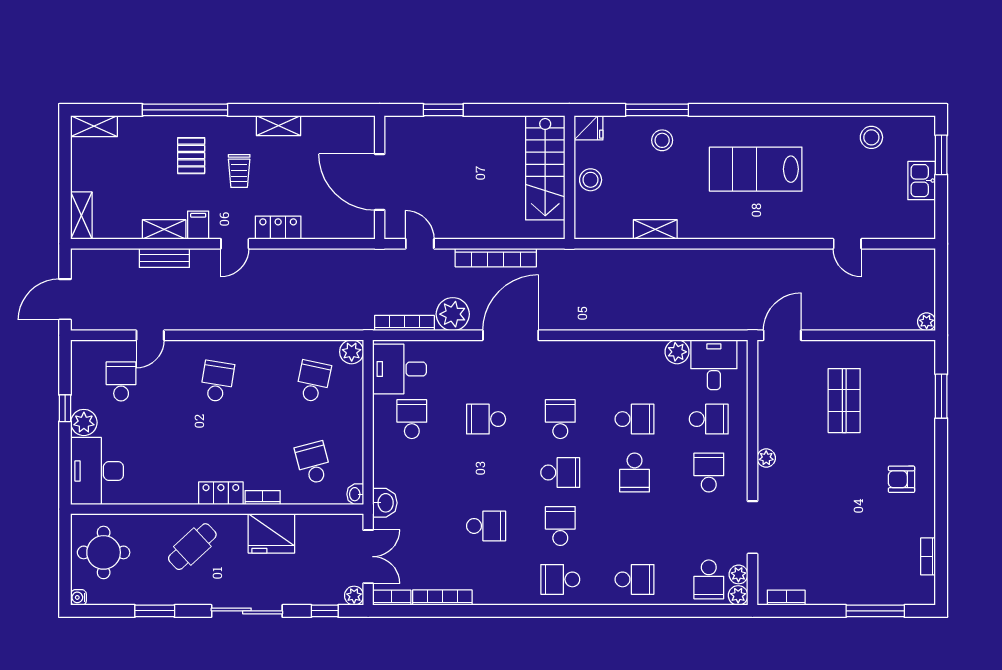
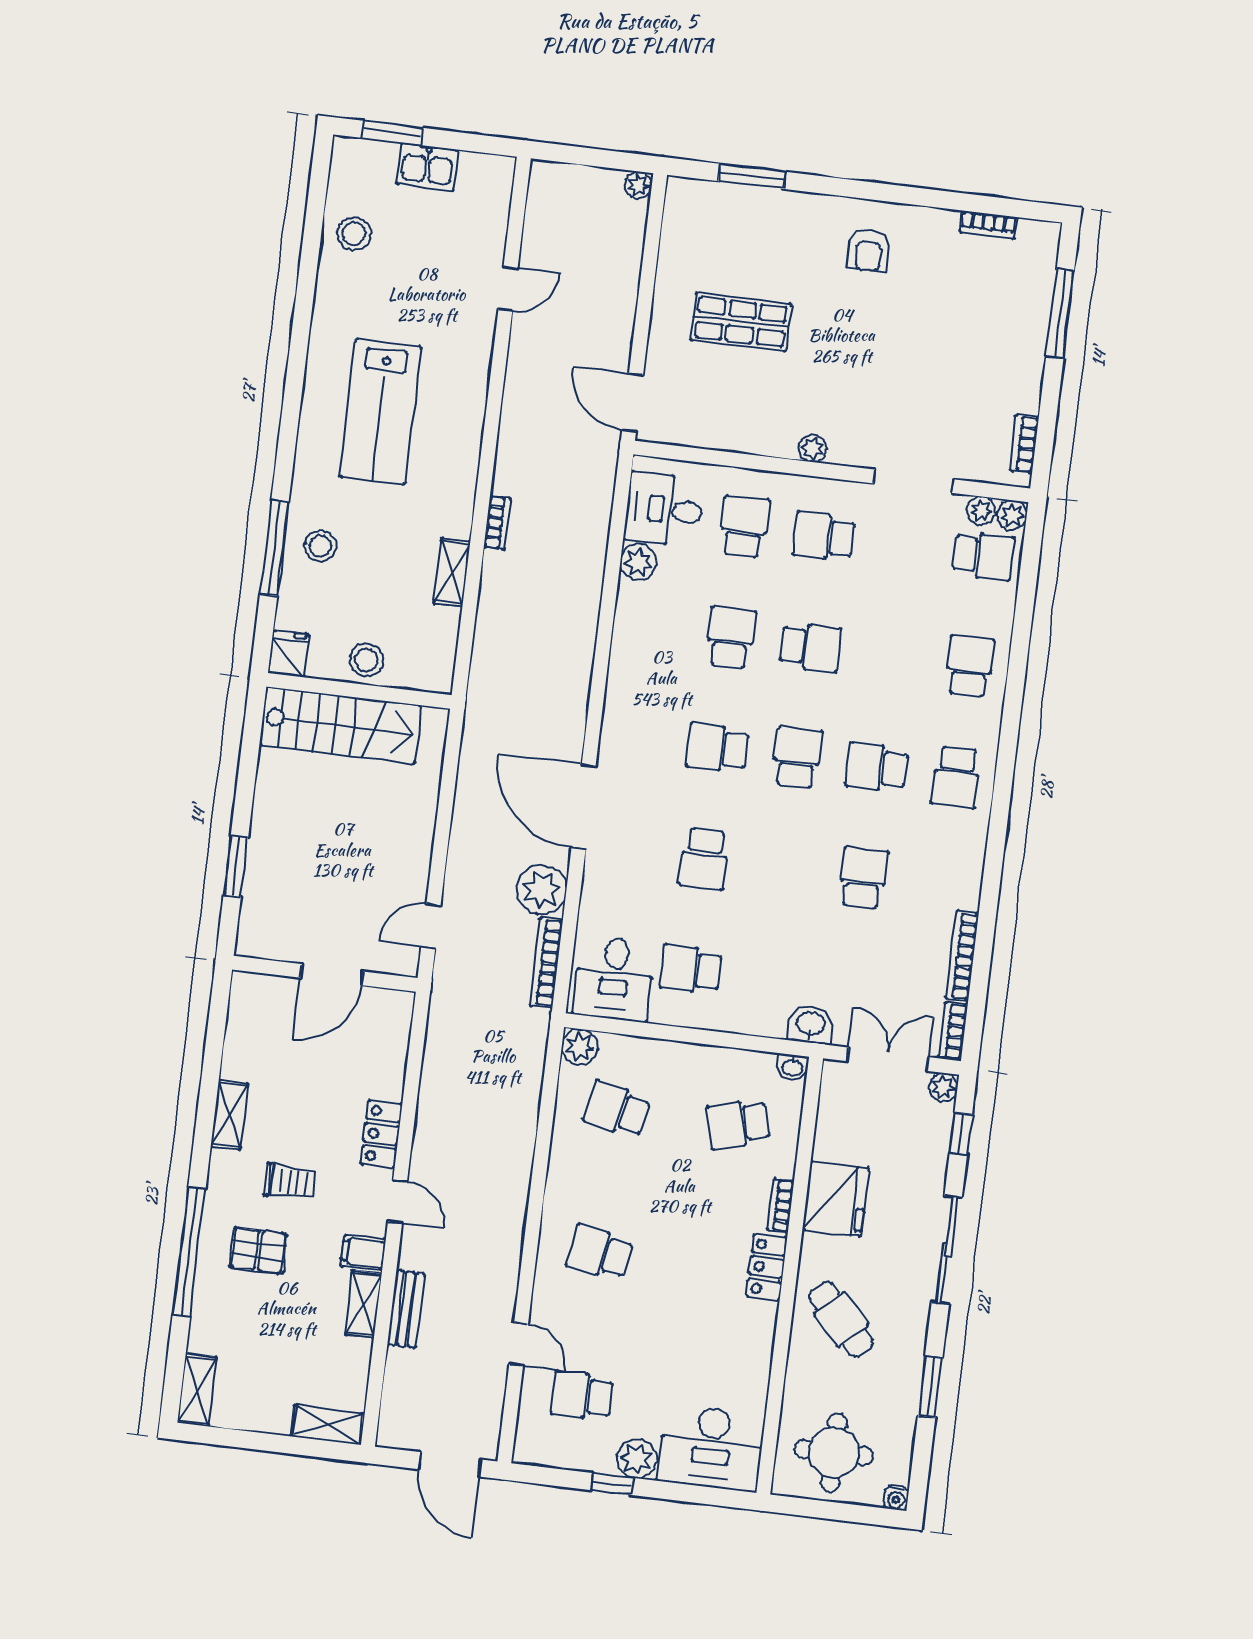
door: (380, 182) -> (332, 975), width x0.73
bookcase: (496, 258) -> (497, 523), moved, width x0.43, depth x0.76

